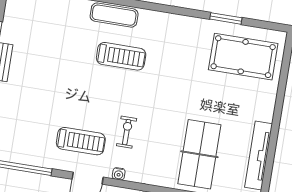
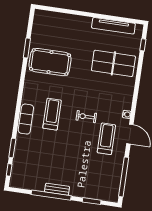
pool table: (243, 57) -> (50, 62), moved, turned 90
exercise bike: (127, 132) -> (86, 117), moved

